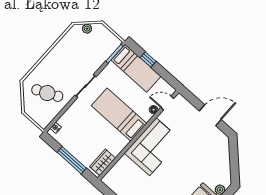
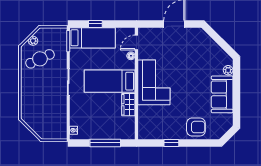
cafe table: (47, 93) -> (40, 59), moved
wardrobe: (103, 162) -> (128, 105), moved

